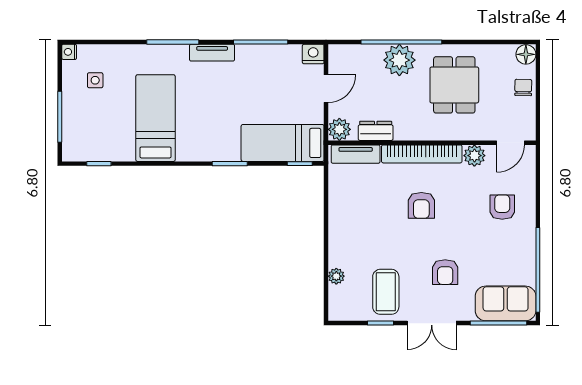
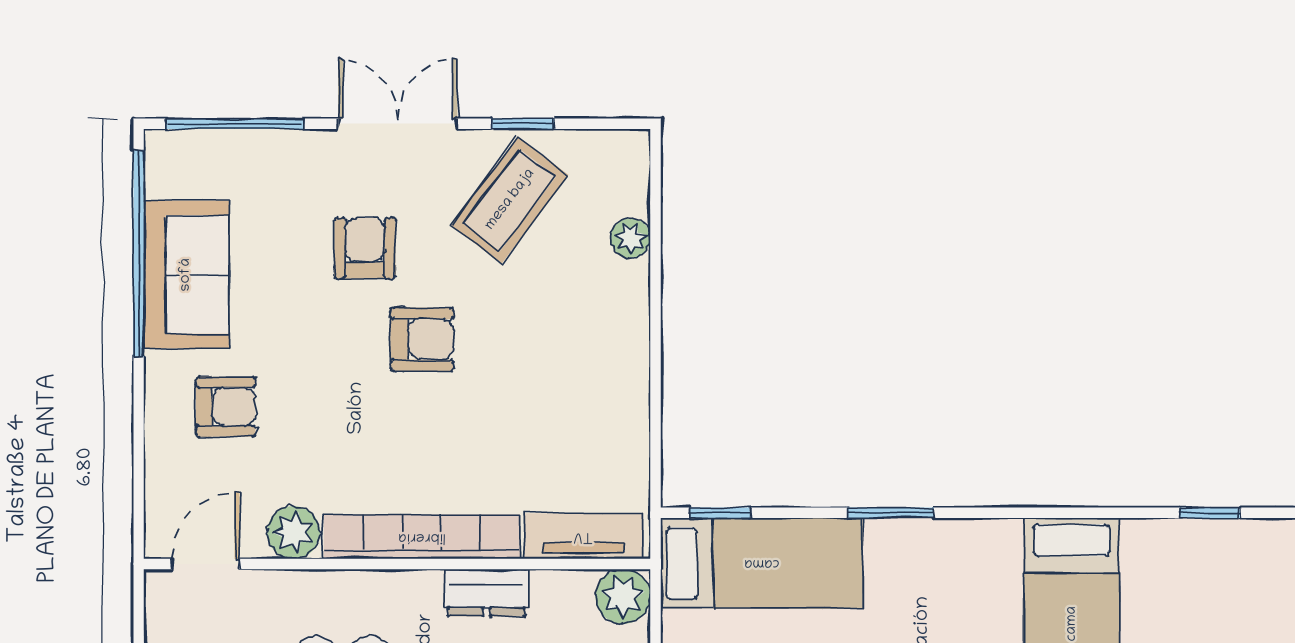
dresser: (376, 131) -> (486, 593), moved
armchair: (421, 205) -> (422, 339), moved, turned 90
armchair: (502, 207) -> (226, 407), turned -90
coffee table: (386, 292) -> (510, 200), turned 37
sofa: (506, 303) -> (186, 275), moved, turned -90

